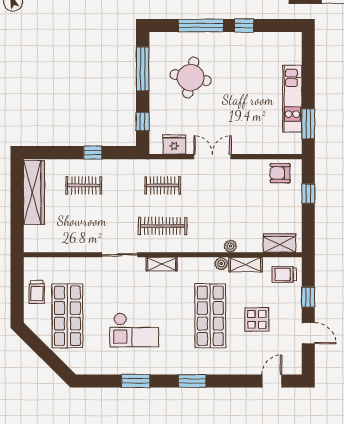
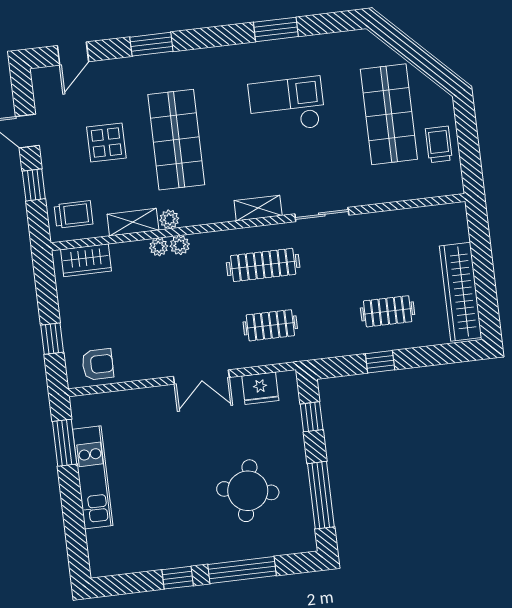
plant: (216, 246) -> (180, 245), added
window: (192, 381) -> (151, 44), moved

